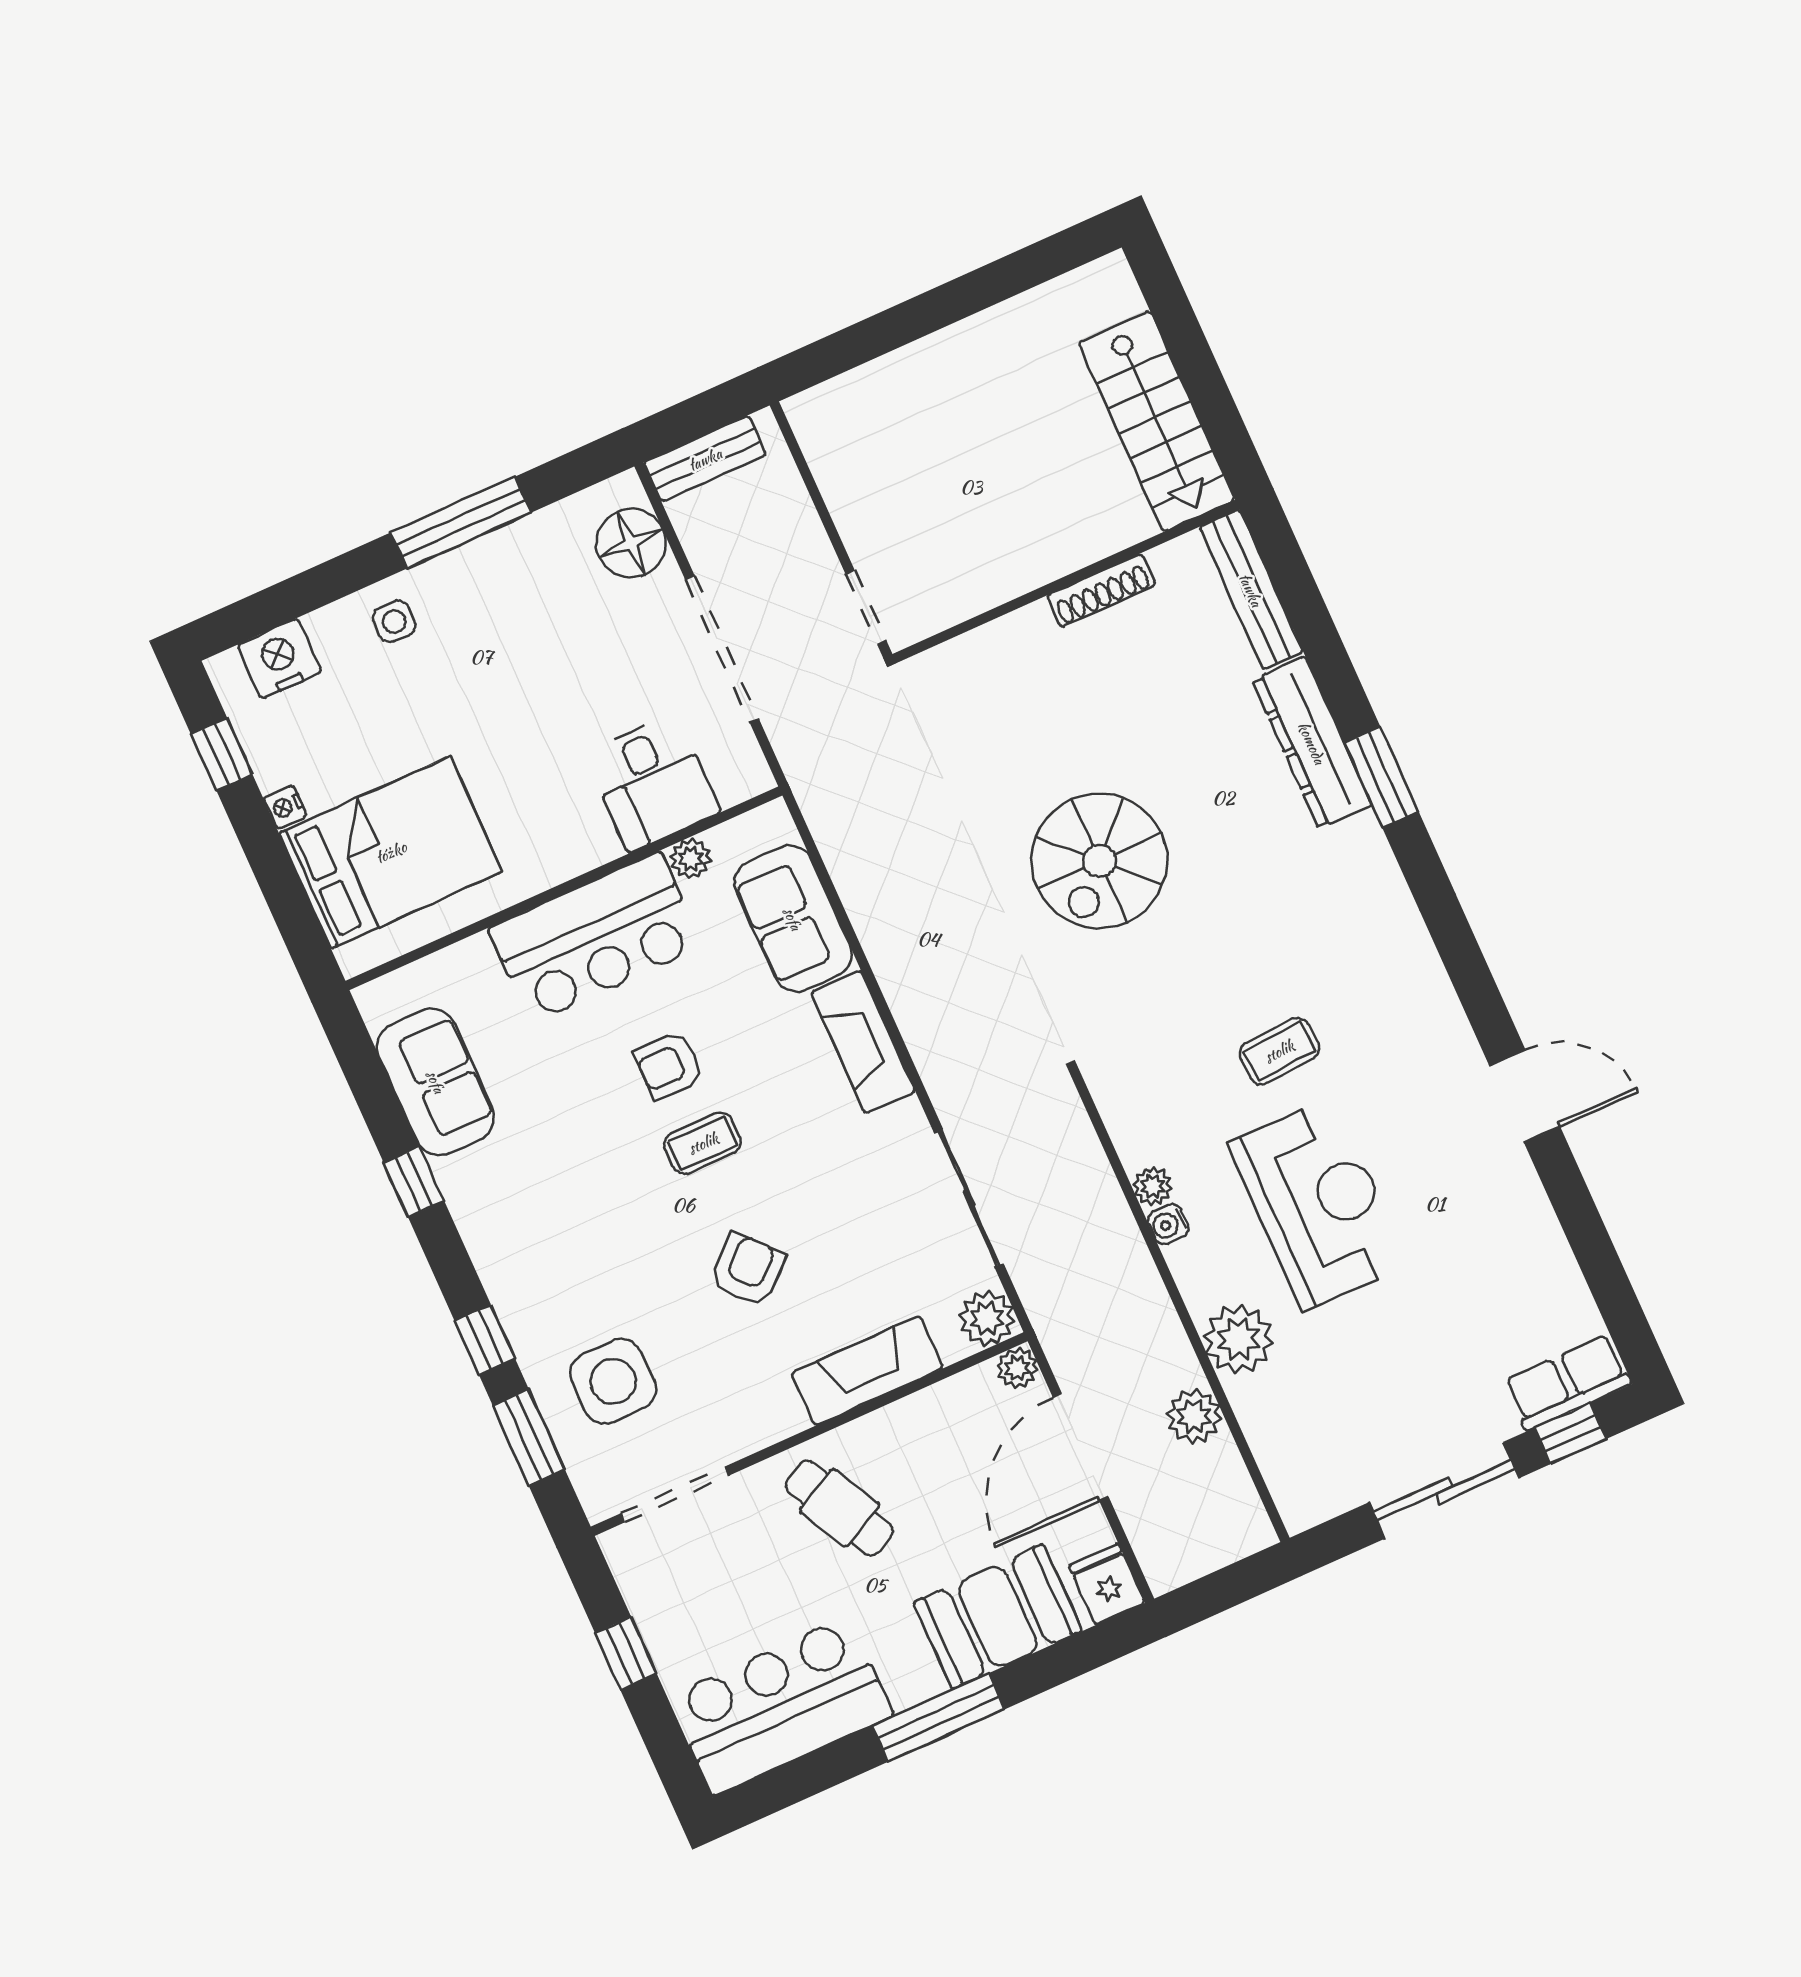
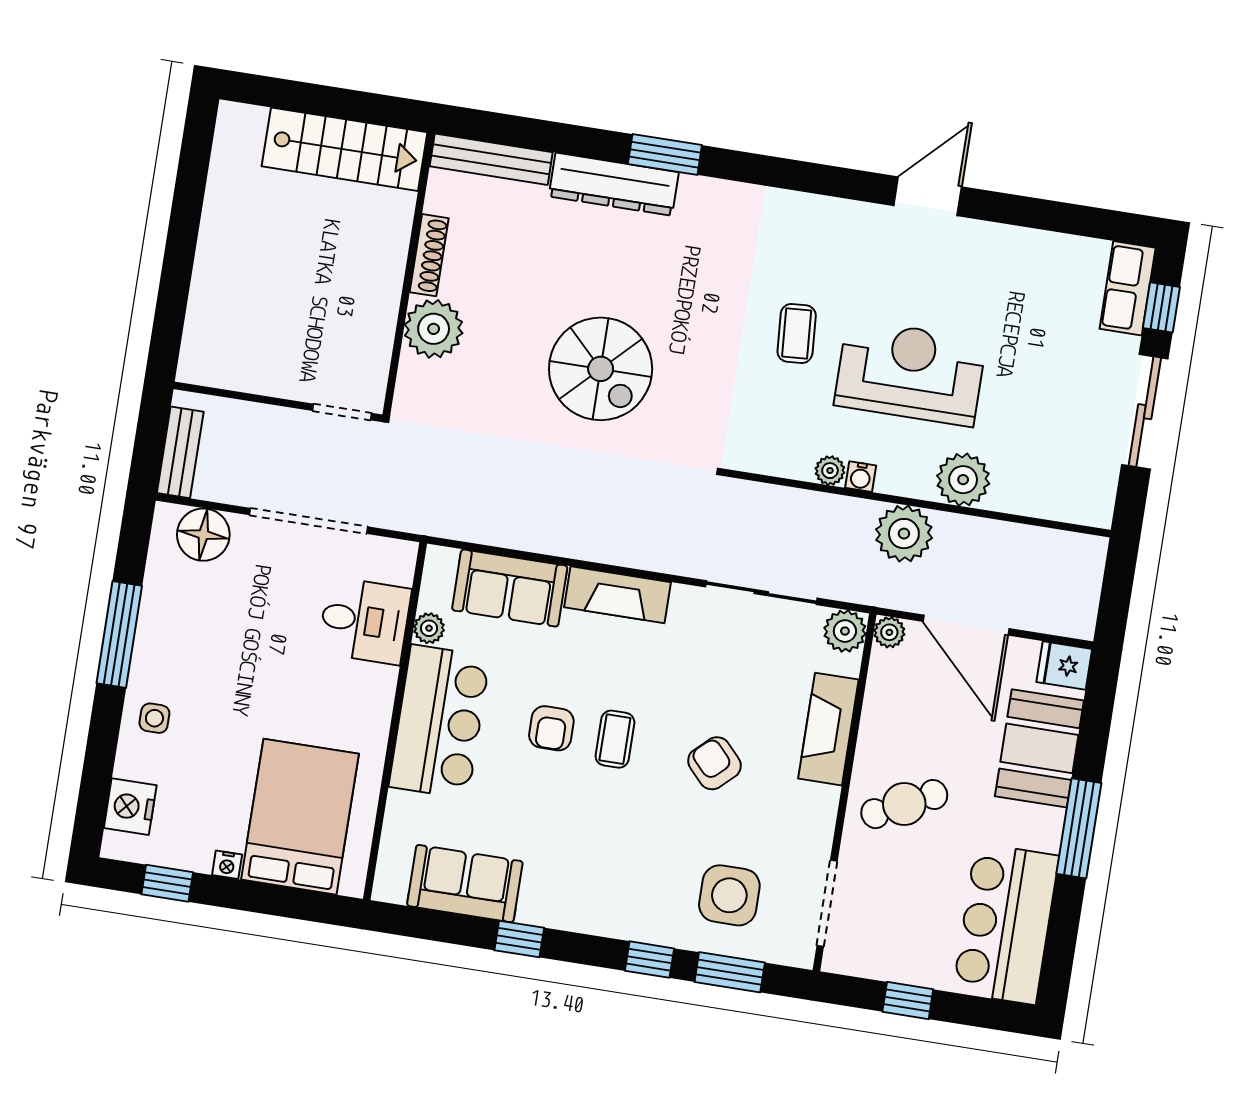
plant: (1023, 648) -> (434, 329), added
plant: (1194, 1417) -> (904, 534), moved, width x1.36, depth x1.36

